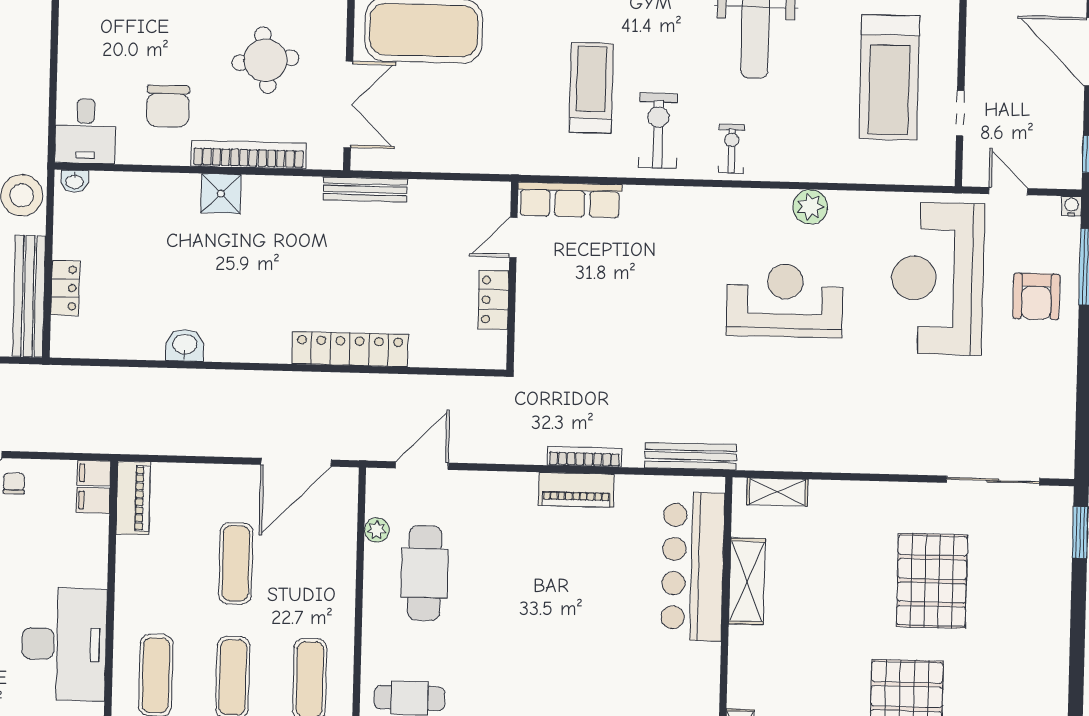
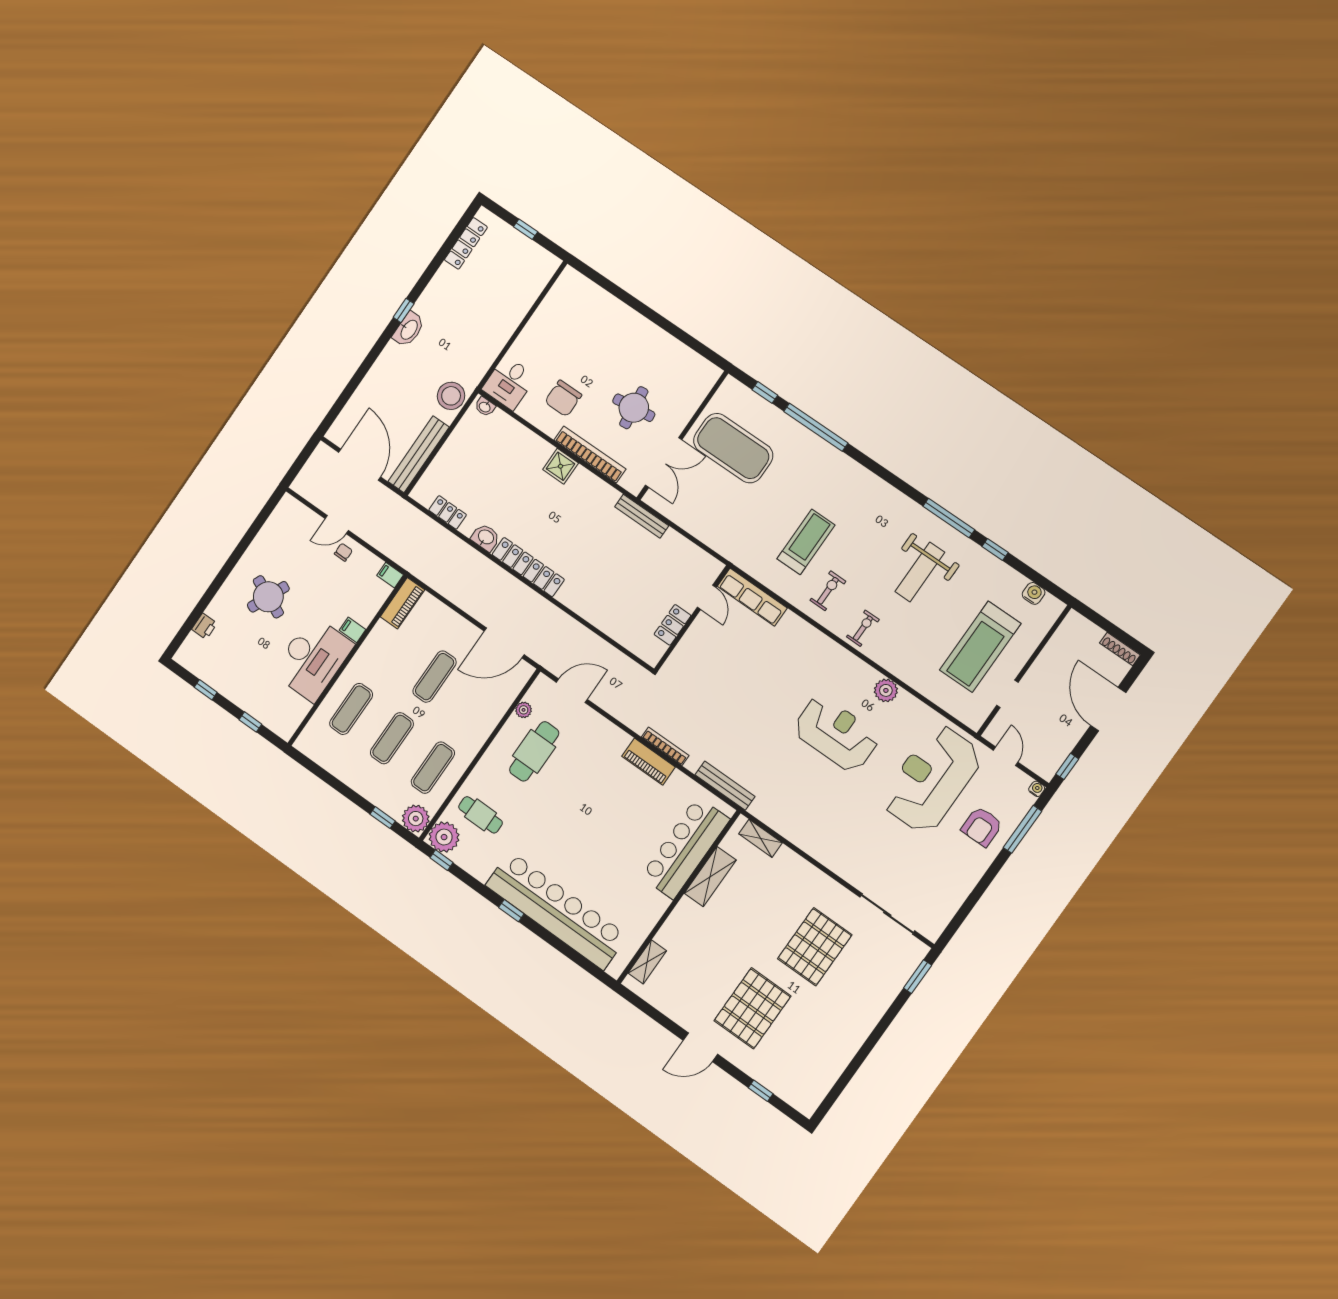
exercise bike: (658, 131) -> (828, 591), width x0.73, depth x0.72
door: (513, 237) -> (707, 597), swing flipped
locker: (65, 288) -> (448, 512), moved, turned -90
locker: (350, 349) -> (528, 567), moved
filing cabinet: (93, 500) -> (353, 630), moved

